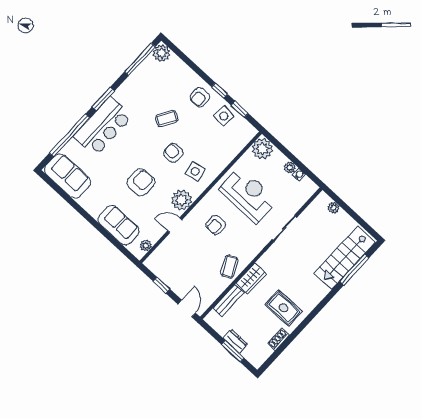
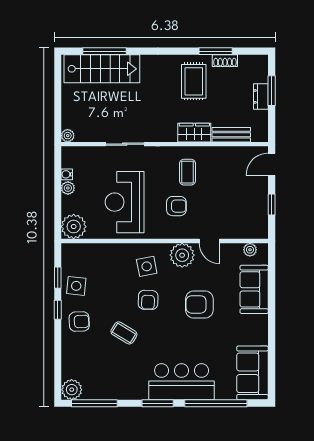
plant: (333, 208) -> (68, 136), moved
coffee table: (229, 267) -> (187, 172), moved, turned -63
window: (290, 339) -> (216, 51), added

